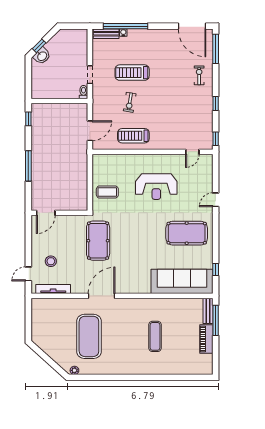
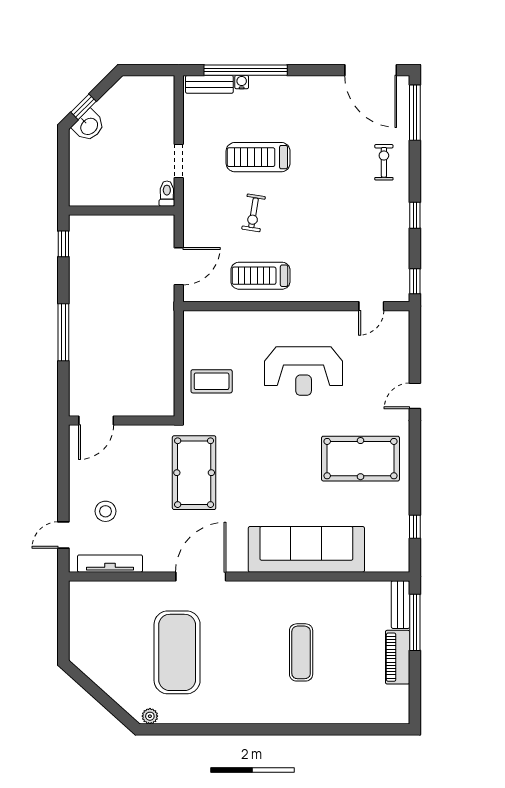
sofa: (182, 281) -> (306, 549), moved

